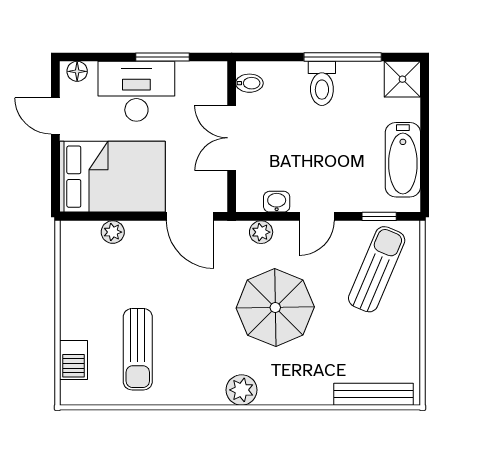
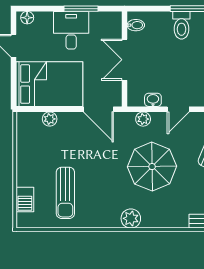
desk: (136, 91) -> (71, 30), width x0.73

